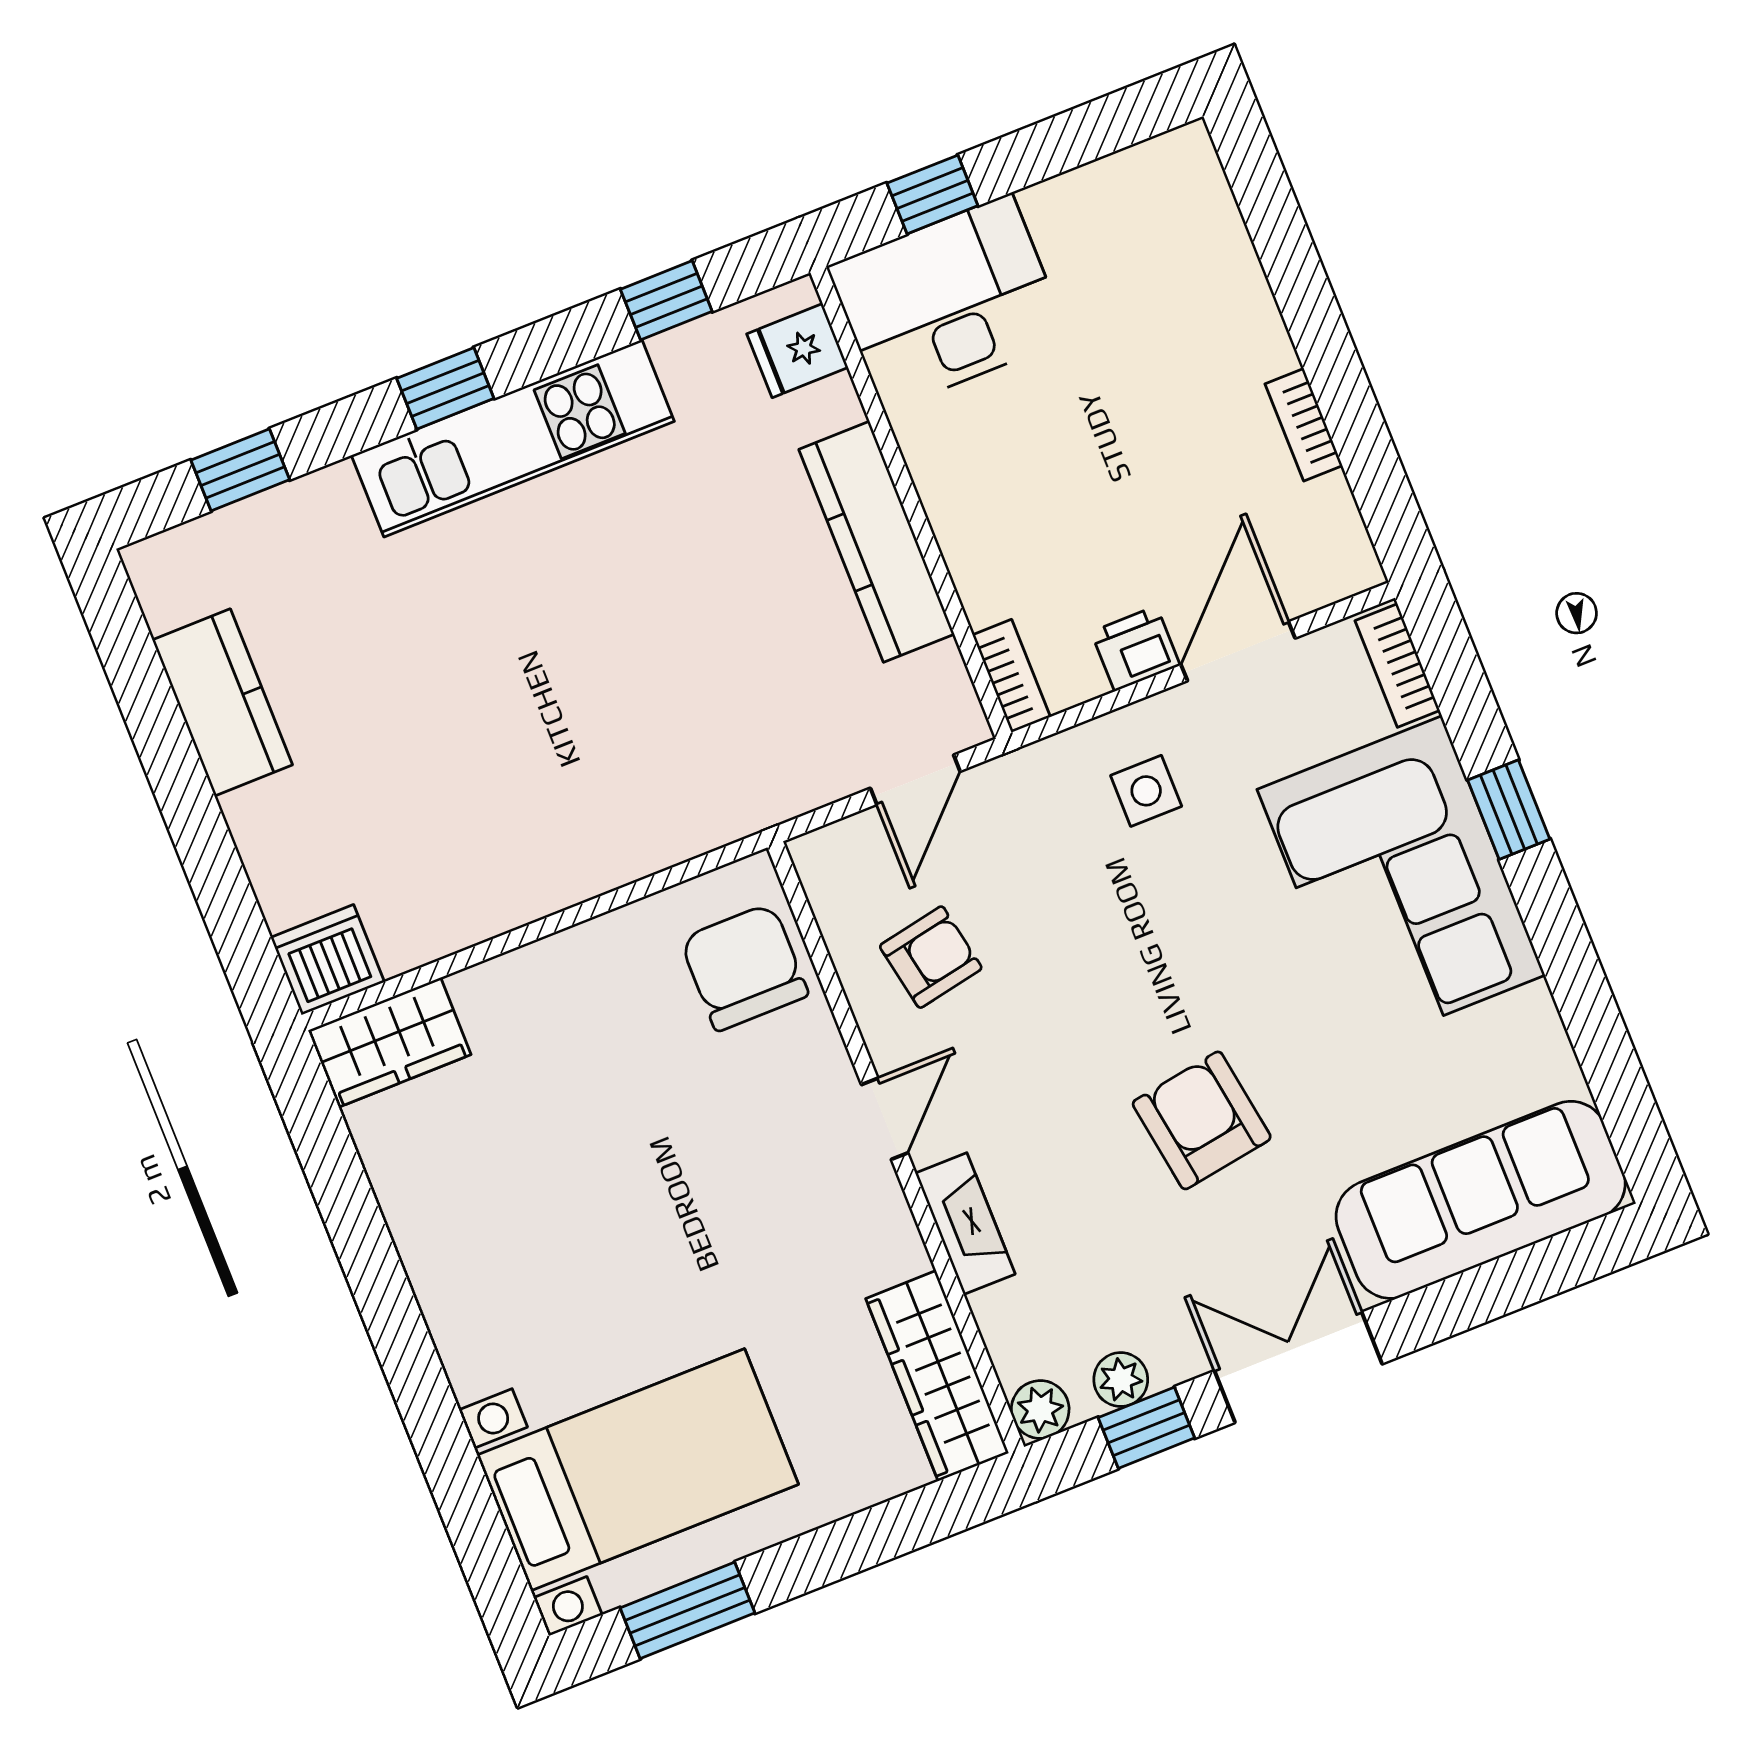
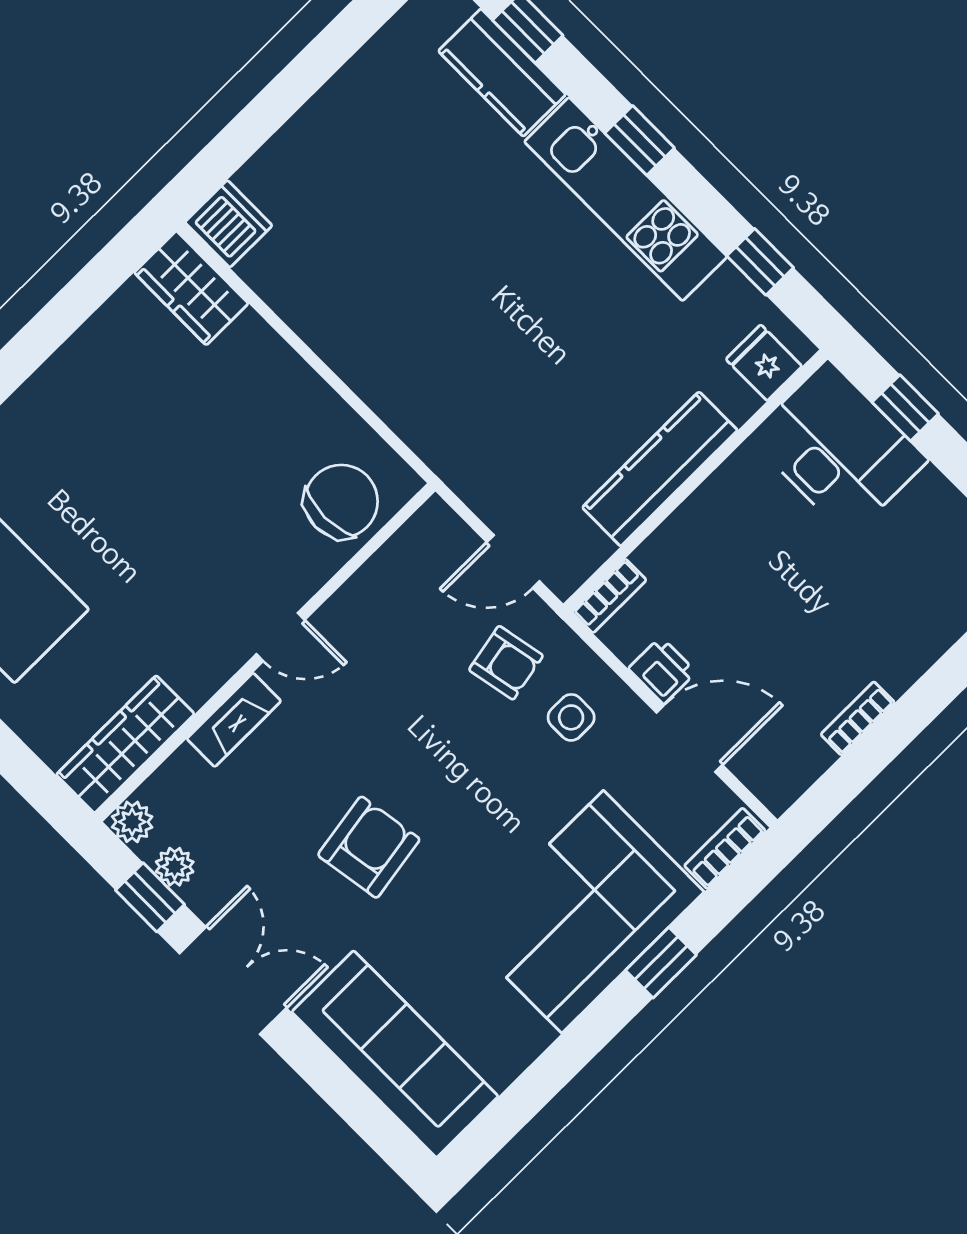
kitchen counter: (222, 702) -> (502, 73), moved, turned 90
armchair: (931, 957) -> (506, 663), moved

